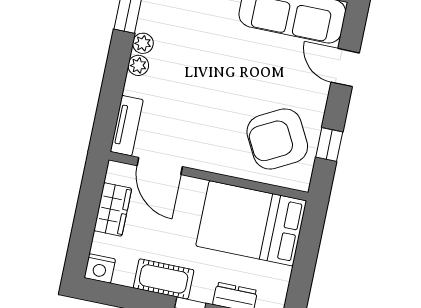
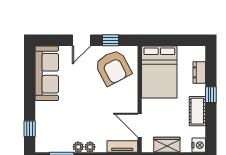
door: (345, 68) -> (82, 40), moved
door: (160, 166) -> (140, 125), swing flipped

